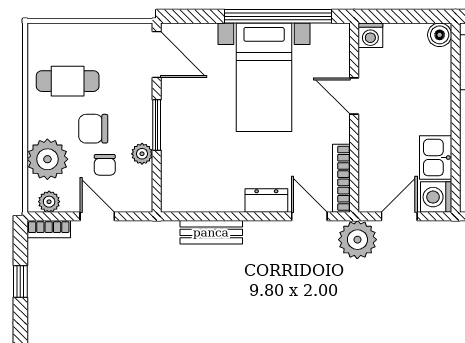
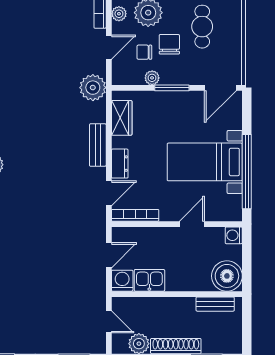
boiler: (440, 35) -> (227, 276), width x1.86, depth x1.86
wardrobe: (200, 198) -> (122, 118), added
door: (399, 216) -> (109, 255), hinge flipped
bench: (211, 232) -> (98, 145), moved
plant: (357, 240) -> (93, 88), moved

